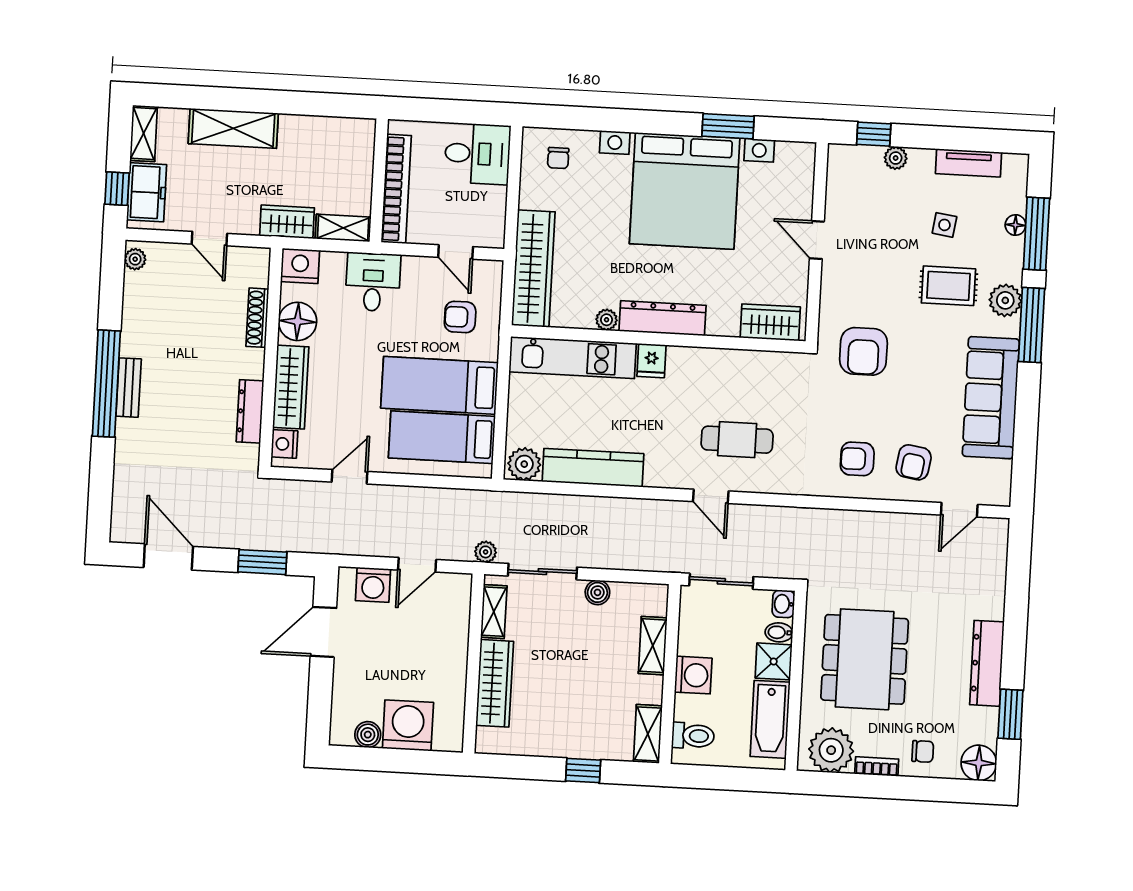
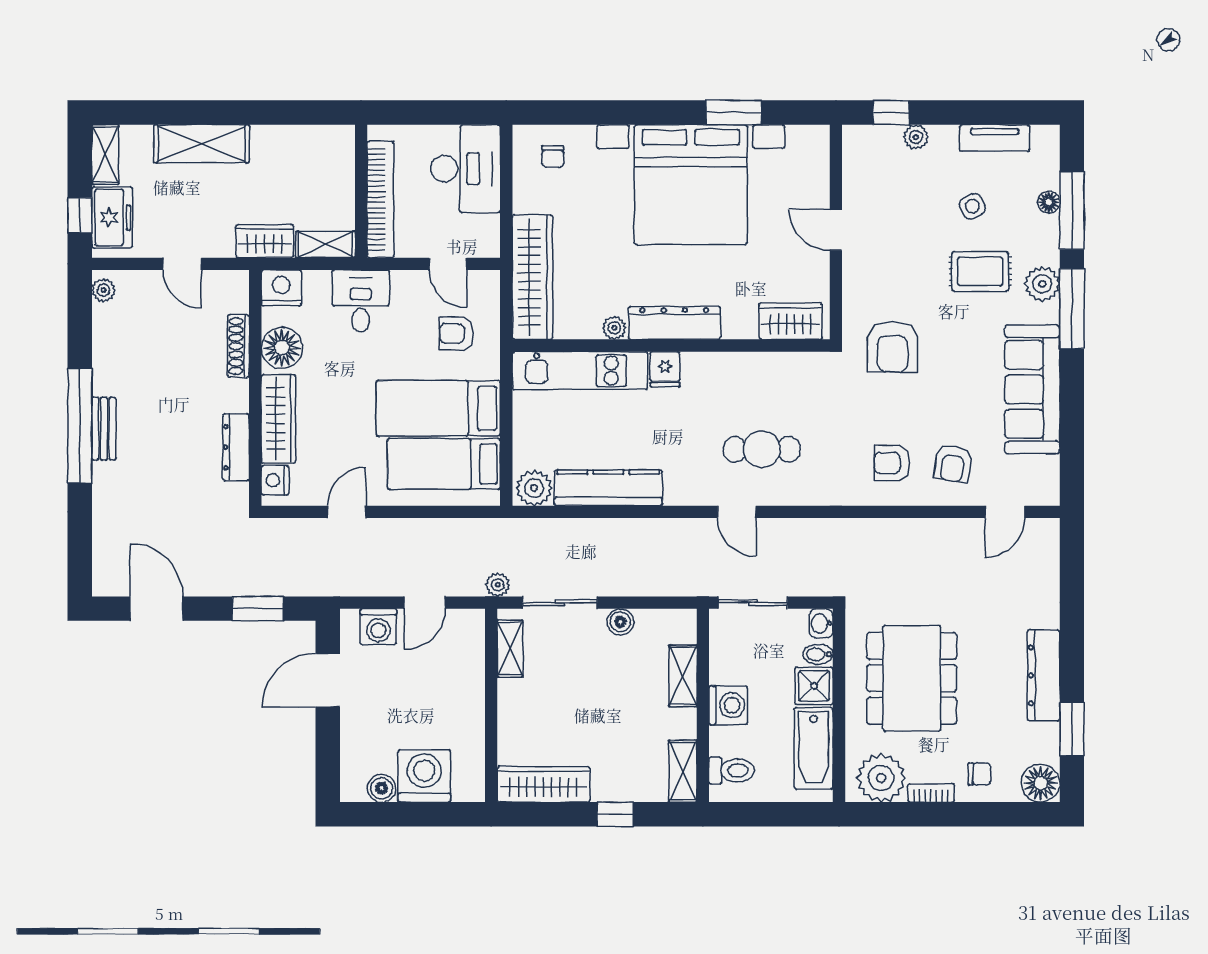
desk: (477, 154) -> (466, 169), width x1.37
side table: (944, 225) -> (972, 206), turned -33
wardrobe: (495, 683) -> (543, 784), moved, turned -90

